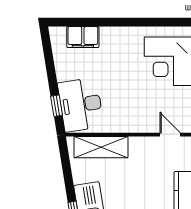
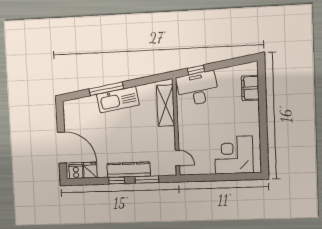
door: (170, 135) -> (177, 158), hinge flipped

